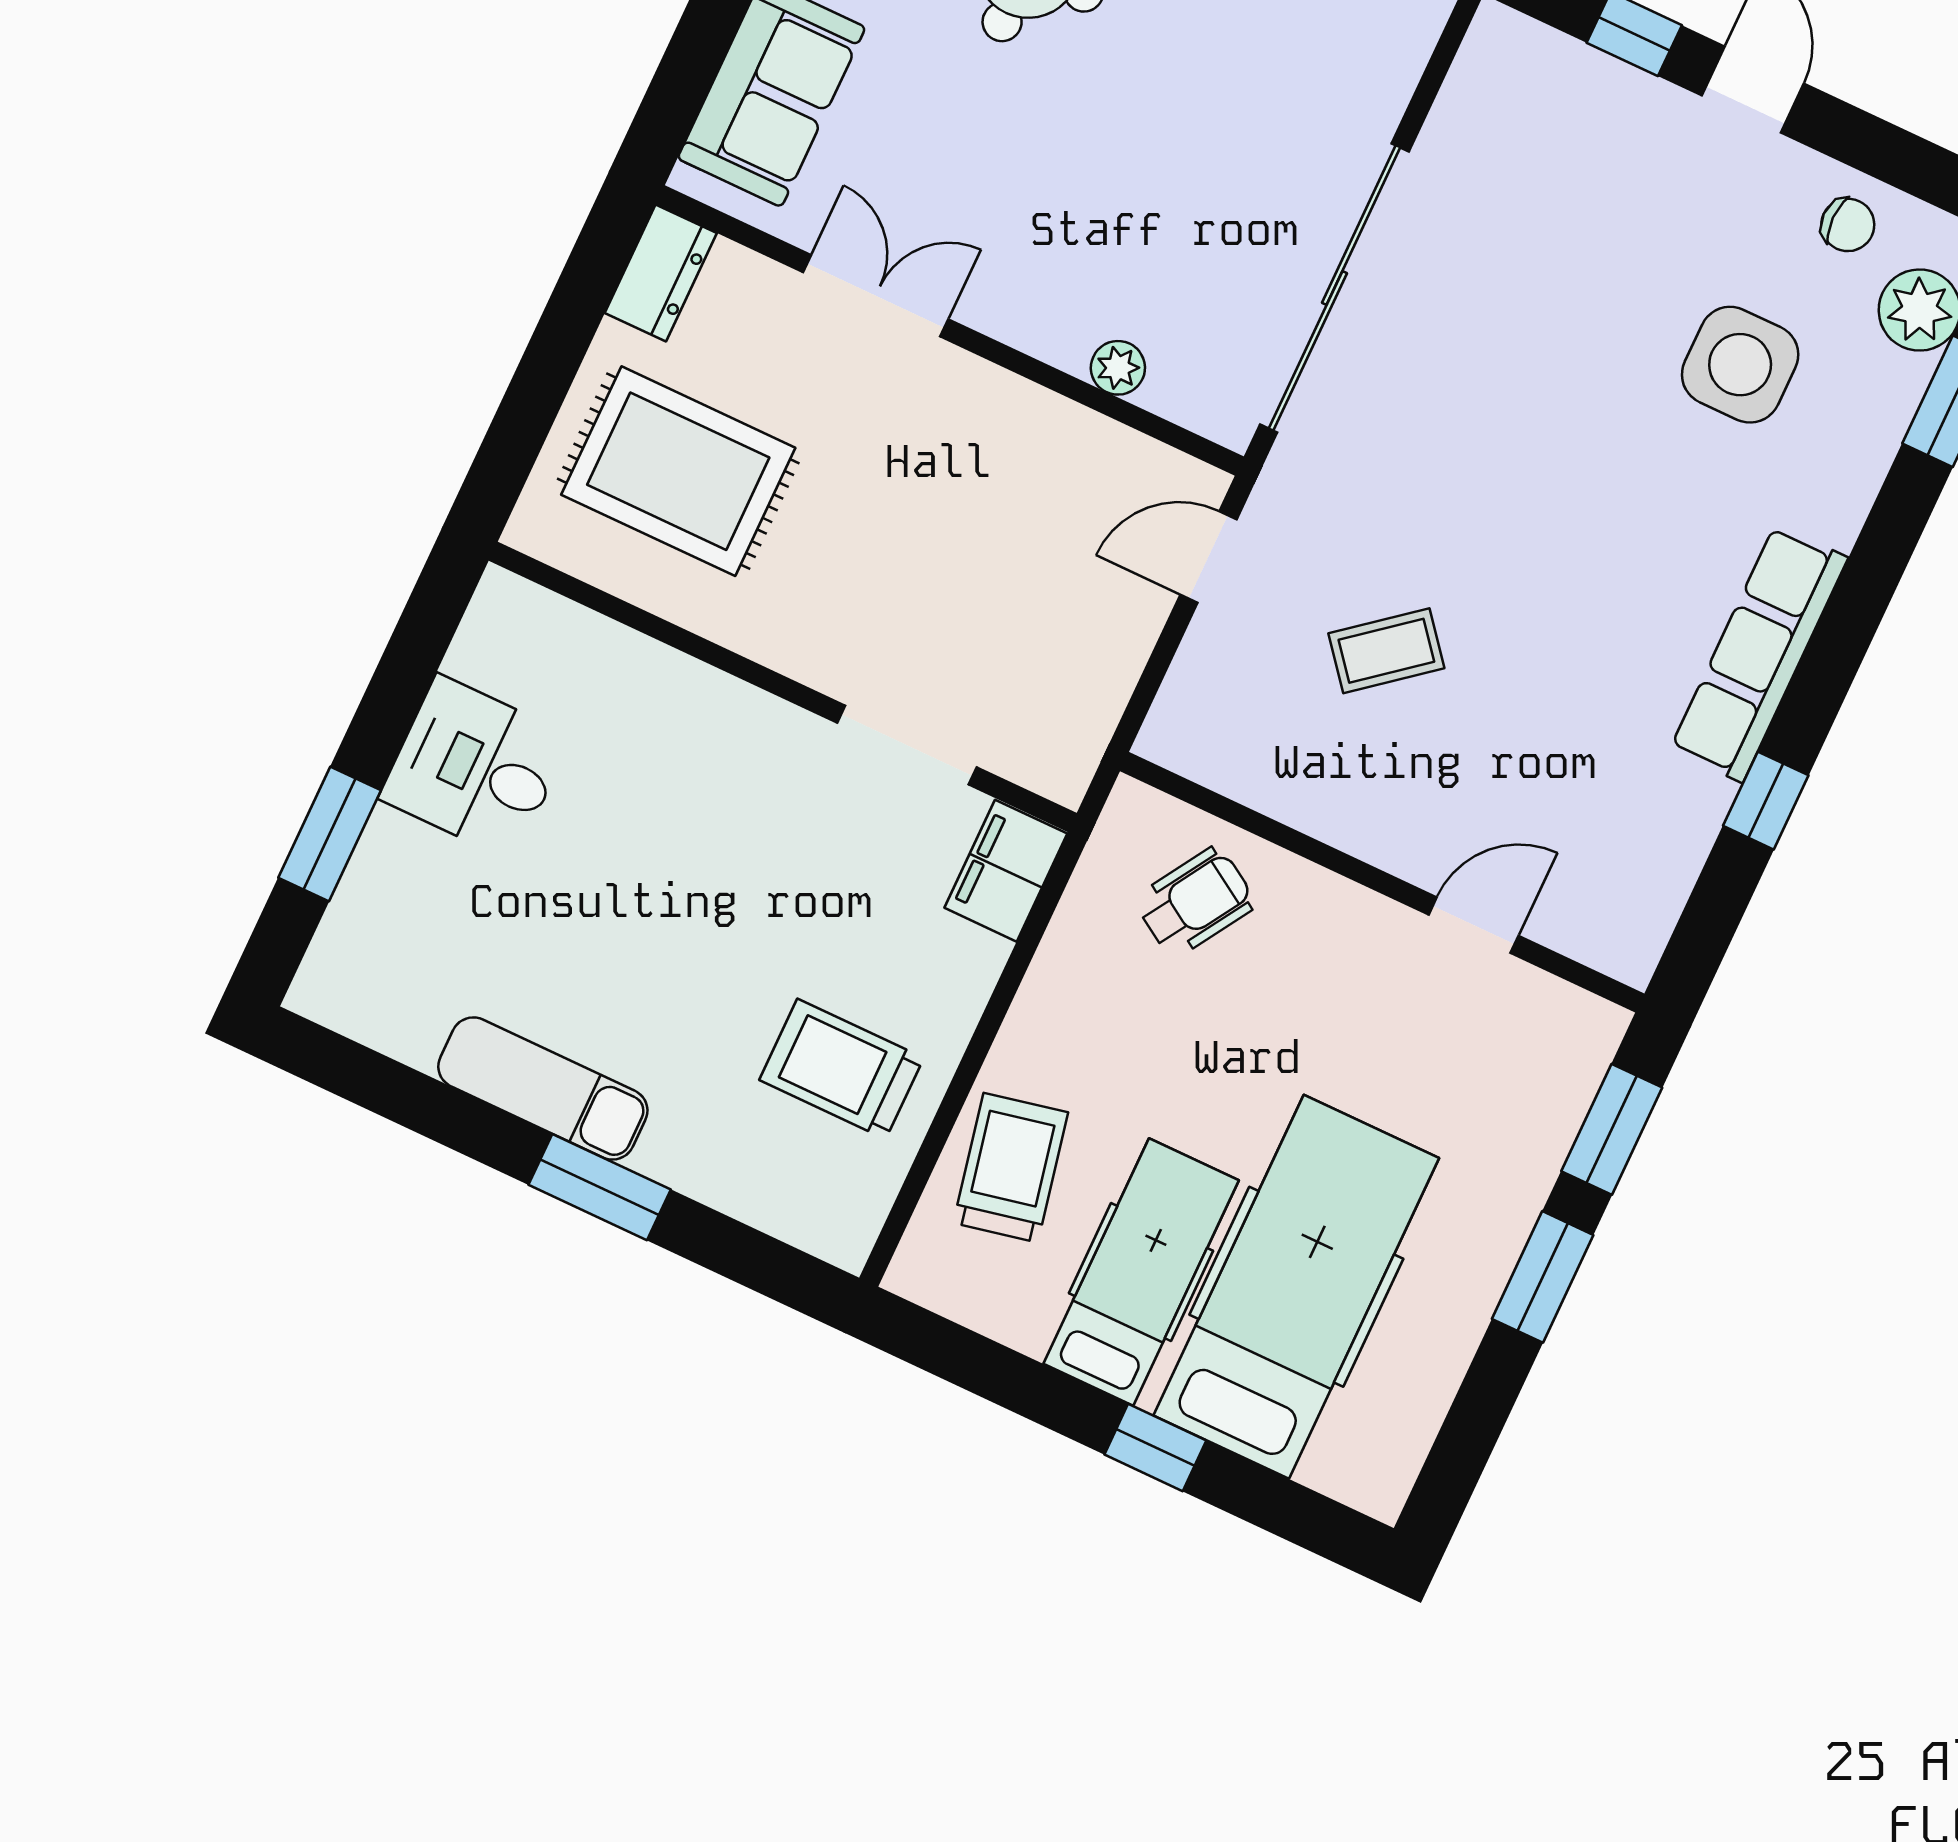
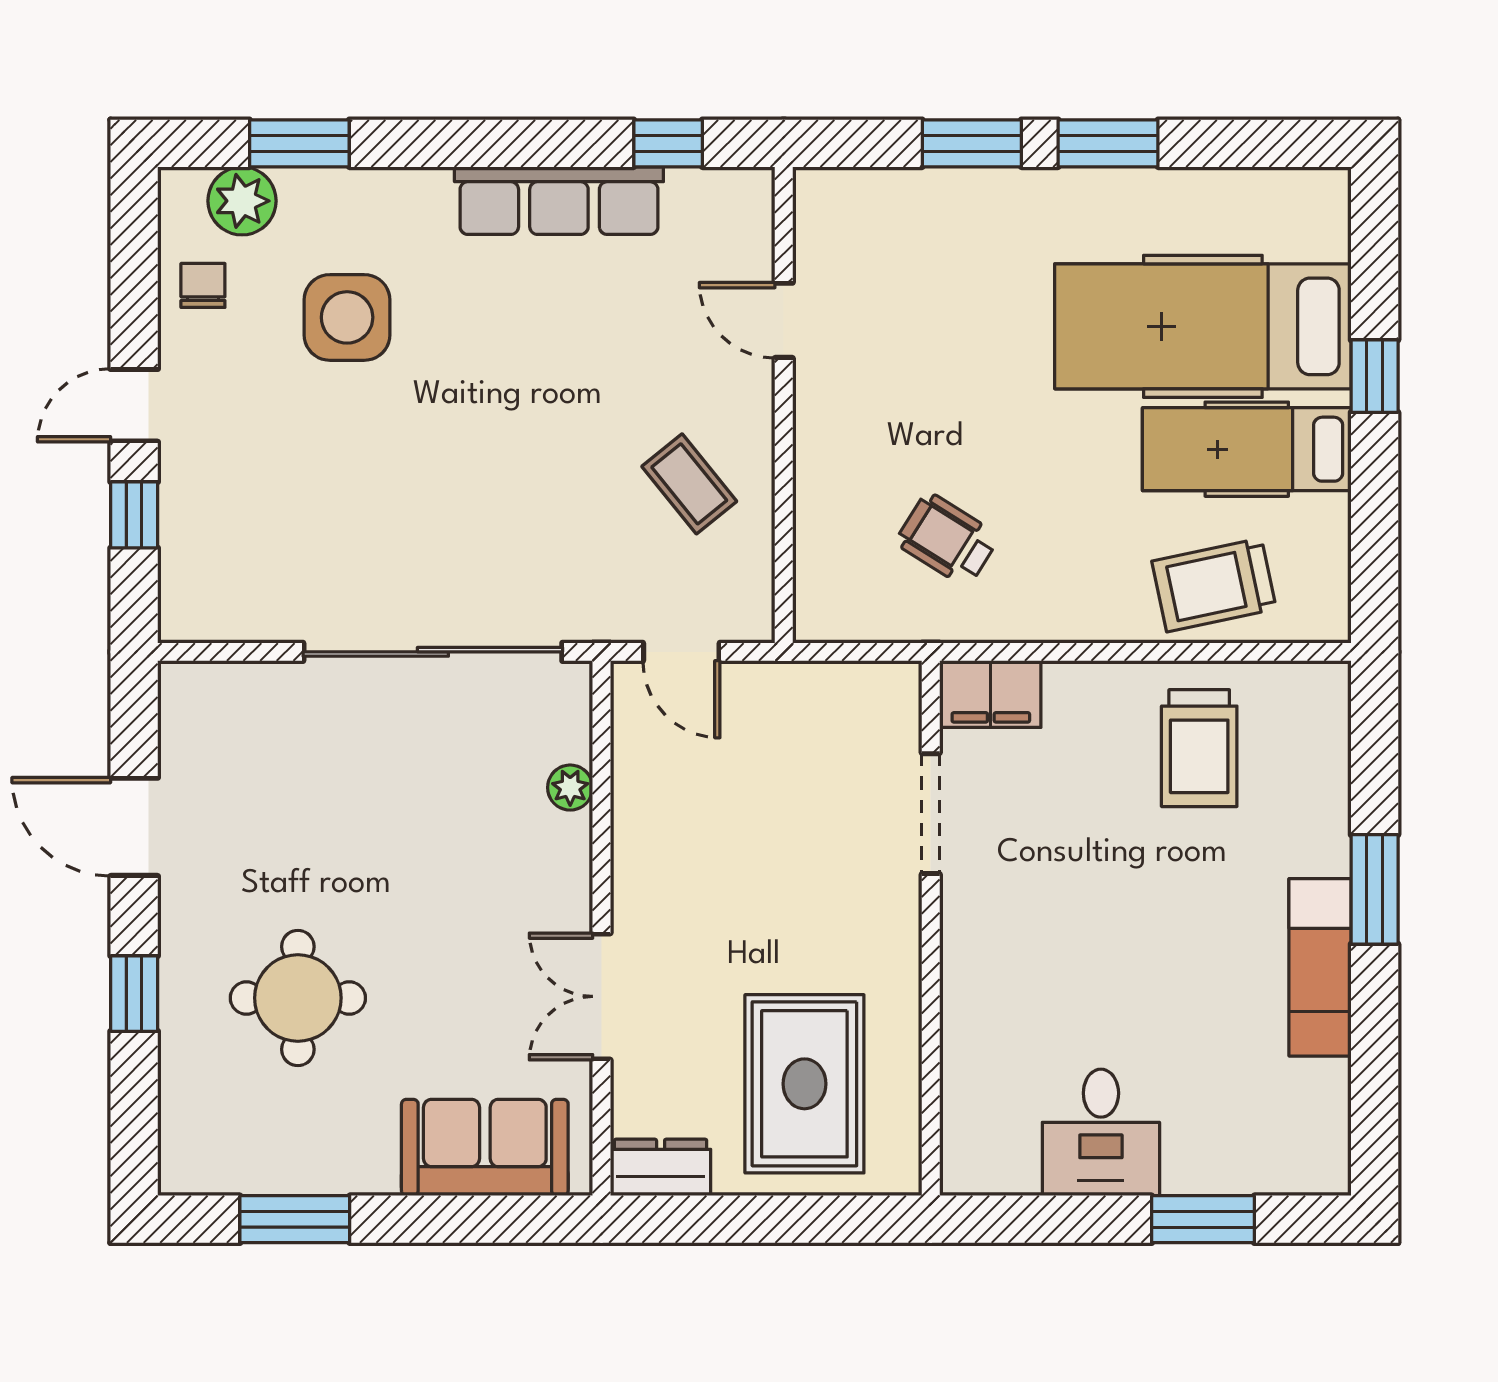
wall: (1382, 882) -> (784, 405), moved
door: (1474, 925) -> (784, 320), moved

